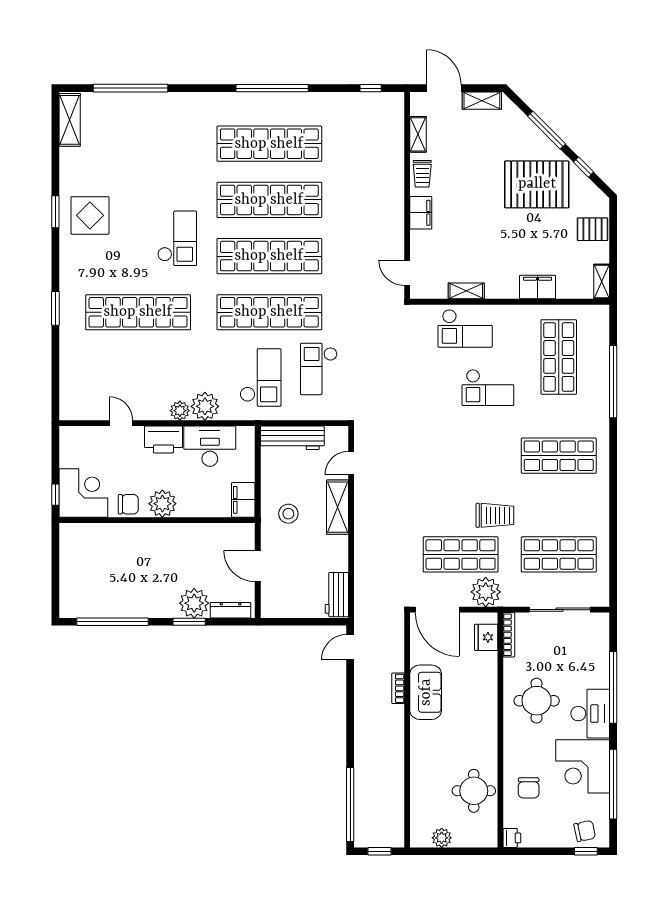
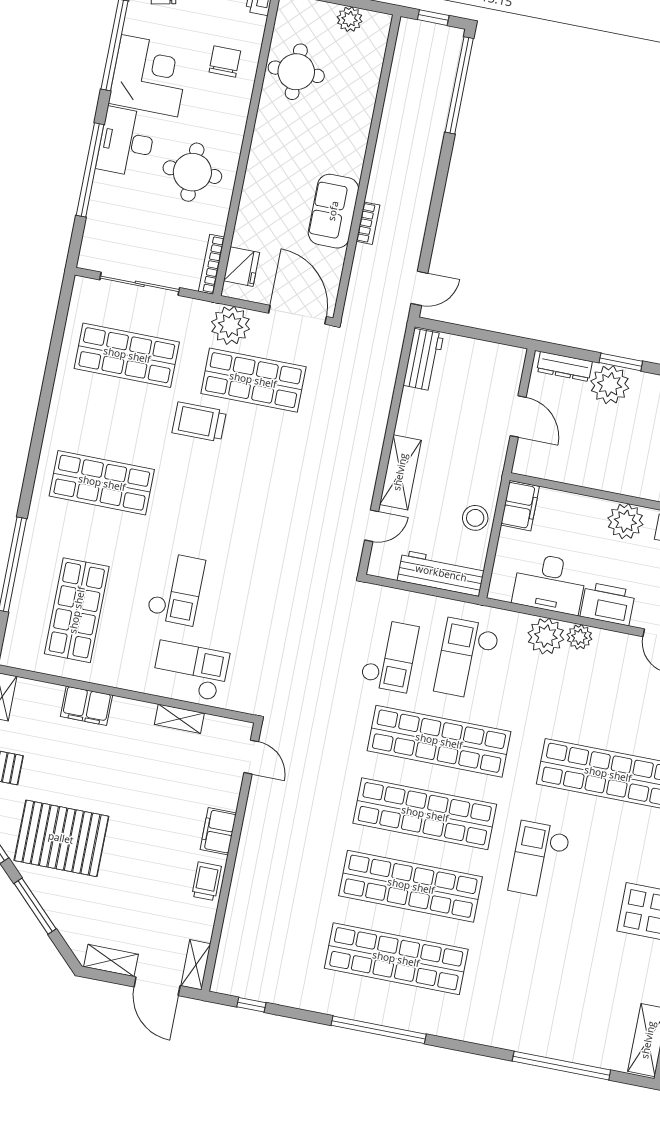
shelving: (418, 134) -> (196, 965), moved
checkout: (488, 387) -> (176, 589), turned 90
stool: (288, 514) -> (475, 518), moved

